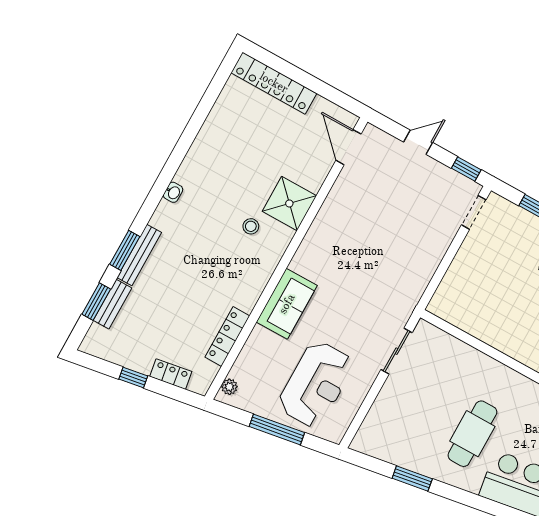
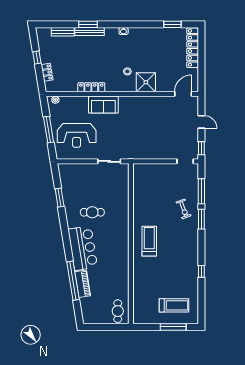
window: (96, 302) -> (173, 24), moved
locker: (227, 336) -> (91, 87), moved
cafe table: (472, 434) -> (92, 212), width x0.73, depth x0.74

